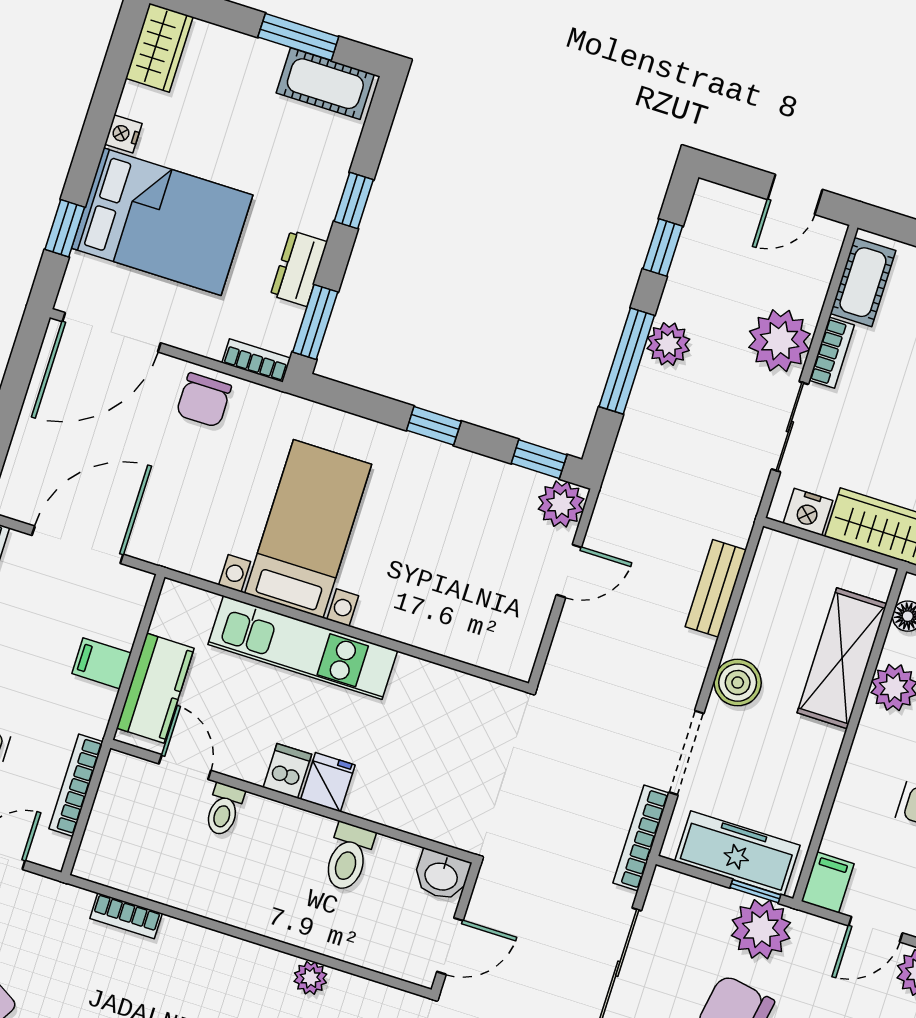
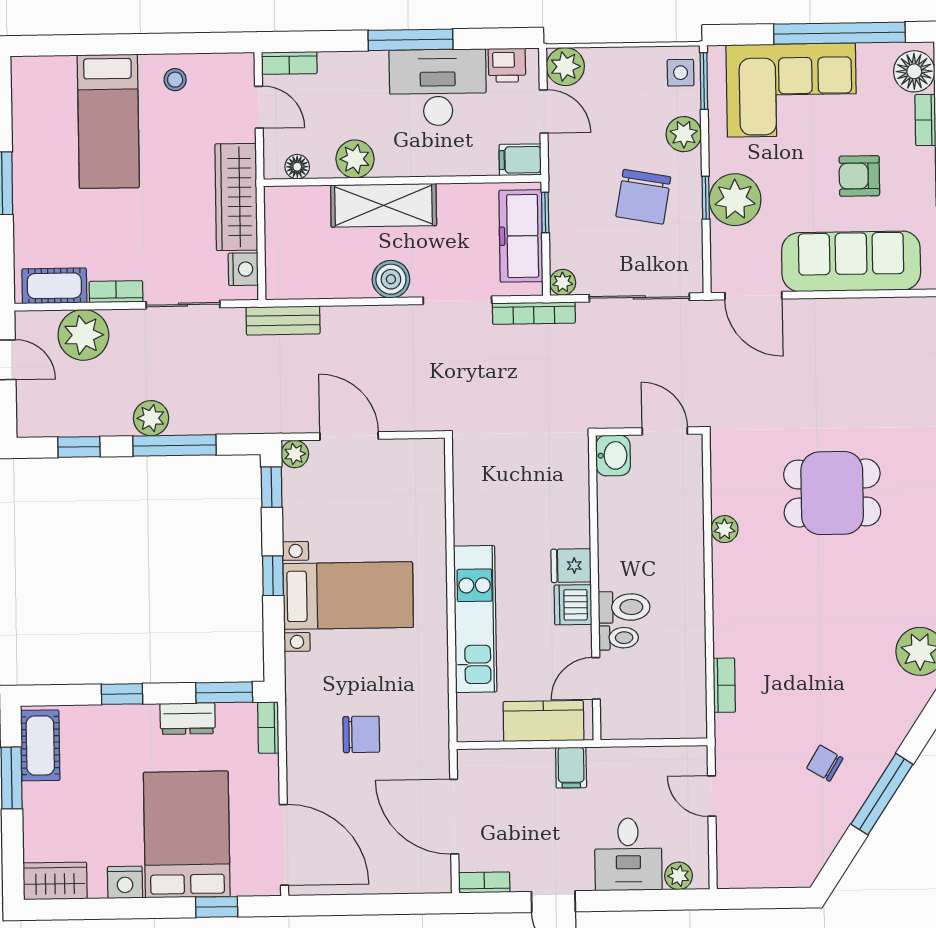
nightstand: (123, 134) -> (125, 882), width x1.39, depth x1.35
plant: (780, 341) -> (83, 335), moved
chair: (204, 400) -> (361, 734), moved
plant: (561, 504) -> (295, 454), width x0.73, depth x0.73
bed with nightstands: (308, 529) -> (348, 596), moved, turned 180
door: (569, 571) -> (349, 436), width x1.38
bench: (716, 588) -> (283, 320), moved
shelving: (842, 658) -> (384, 205), moved
filing cabinet: (102, 663) -> (571, 768), moved
dishwasher: (287, 771) -> (573, 605), width x1.38
bookcase: (76, 785) -> (638, 756), removed
toilet: (348, 857) -> (624, 607), moved
plant: (761, 929) -> (563, 282), moved, width x0.53, depth x0.53

